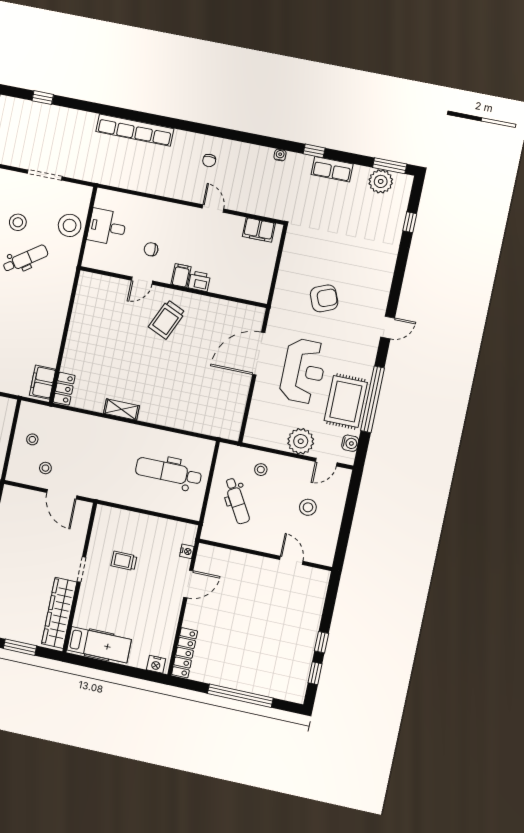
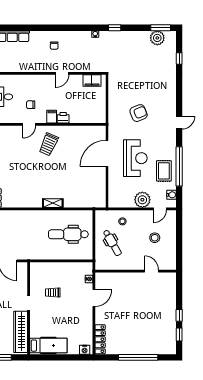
row of seats: (332, 169) -> (127, 36), removed
door: (213, 209) -> (62, 73), swing flipped
rug: (346, 402) -> (164, 171), width x0.73, depth x0.70
shelving: (121, 409) -> (53, 203), moved

